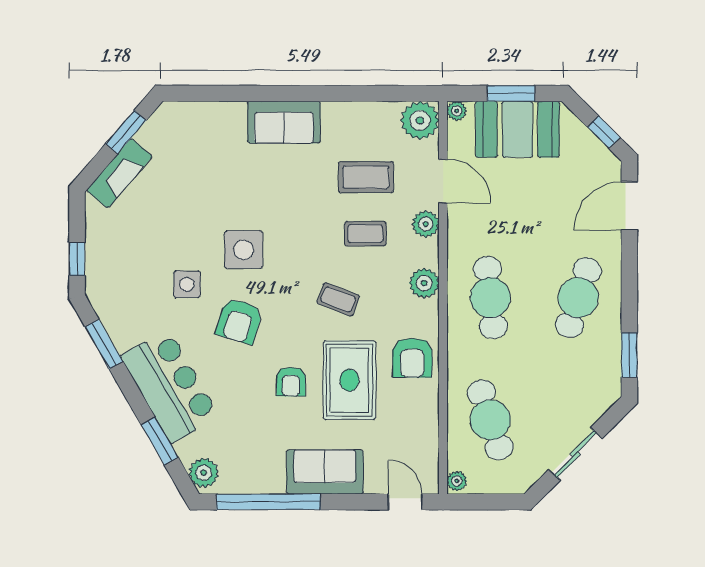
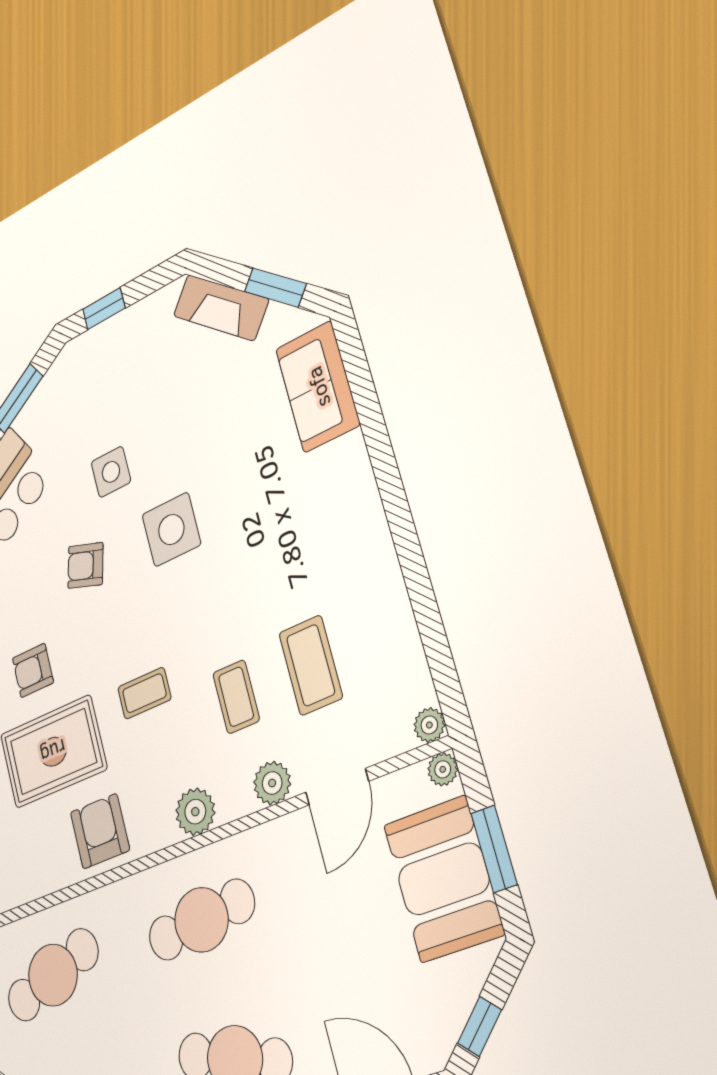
plant: (420, 120) -> (429, 725), width x0.53, depth x0.53
sofa: (284, 122) -> (318, 387), moved
coffee table: (338, 299) -> (144, 693), turned 69
armchair: (239, 321) -> (85, 565), width x0.72, depth x0.72
armchair: (412, 358) -> (100, 831), turned 90

